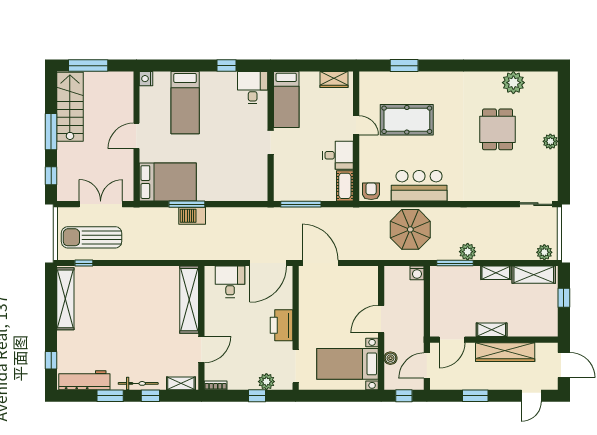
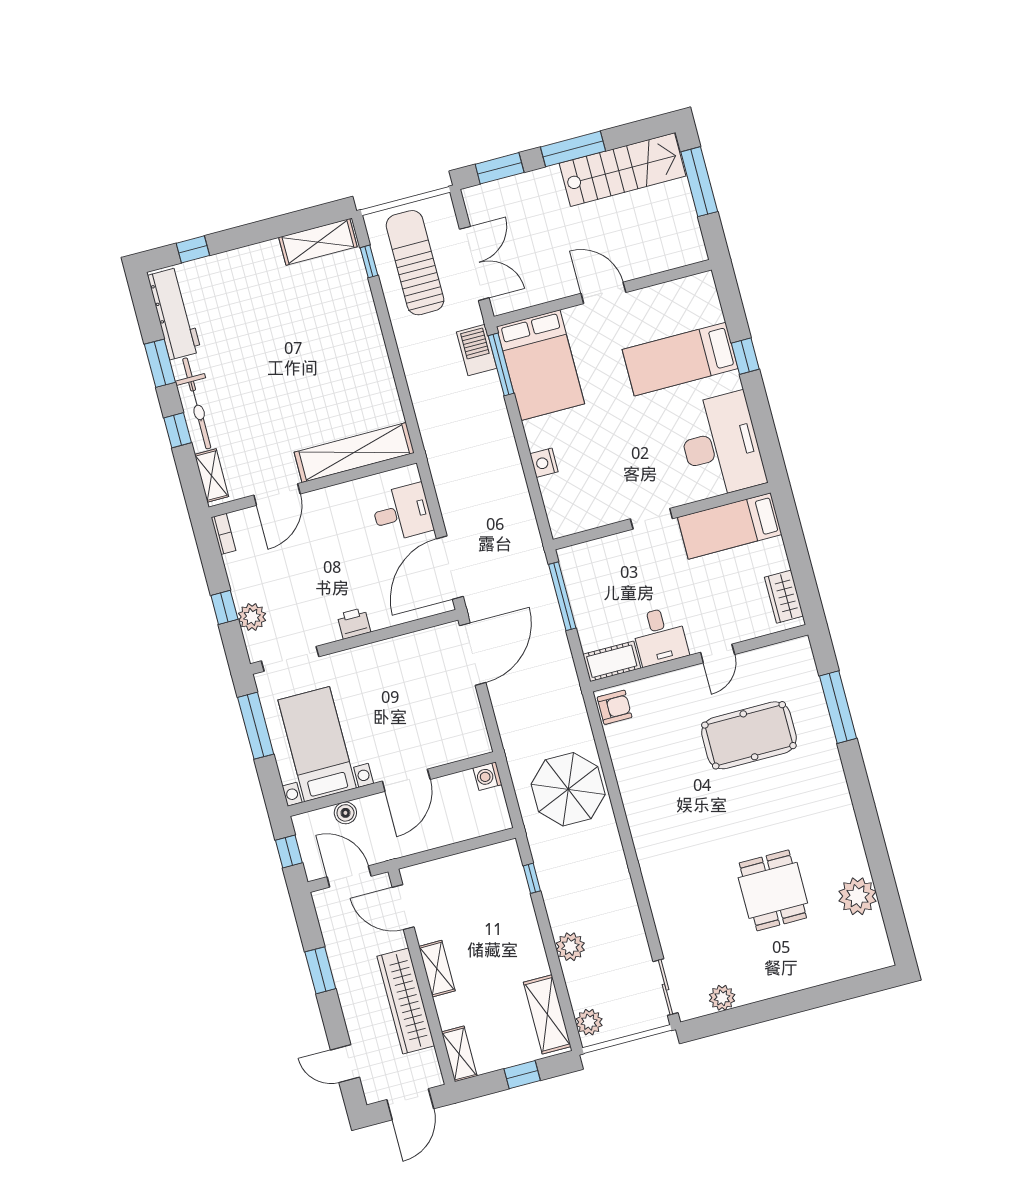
window: (226, 66) -> (745, 356), moved
window: (404, 66) -> (838, 707), width x1.44
nightstand: (146, 79) -> (544, 463), moved, turned -90
desk: (253, 88) -> (721, 445), width x1.87, depth x1.30
pool table: (407, 120) -> (749, 735), turned 90
dining table: (498, 129) -> (773, 890), turned 90
plant: (550, 141) -> (722, 998), moved
window: (51, 176) -> (500, 168), width x1.50
bar counter: (419, 186) -> (645, 785), removed
window: (187, 204) -> (501, 364), moved
barbecue: (192, 216) -> (477, 350), moved
plant: (468, 252) -> (570, 947), moved
door: (268, 263) -> (450, 568), hinge flipped
window: (455, 263) -> (532, 878), width x0.46
washing machine: (417, 273) -> (487, 776), moved
shelving: (496, 273) -> (459, 1054), moved
shelving: (65, 299) -> (318, 242), width x0.68
door: (381, 319) -> (406, 780), swing flipped
printer: (282, 325) -> (354, 623), width x0.53, depth x0.68
door: (201, 349) -> (277, 495), hinge flipped
bicycle: (138, 383) -> (197, 403), width x1.37, depth x1.40
window: (328, 396) -> (256, 726), added

